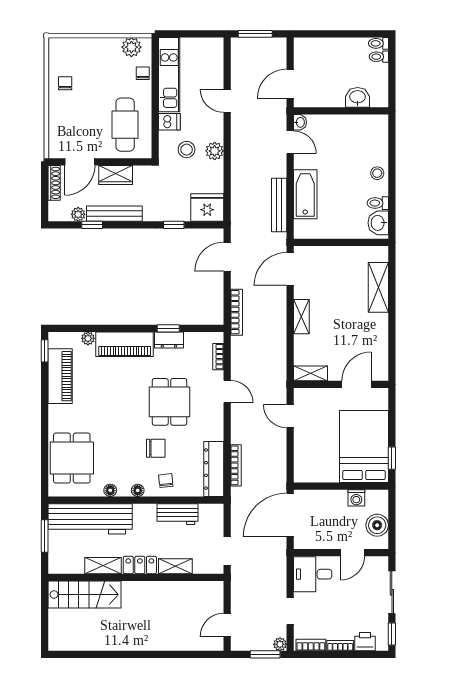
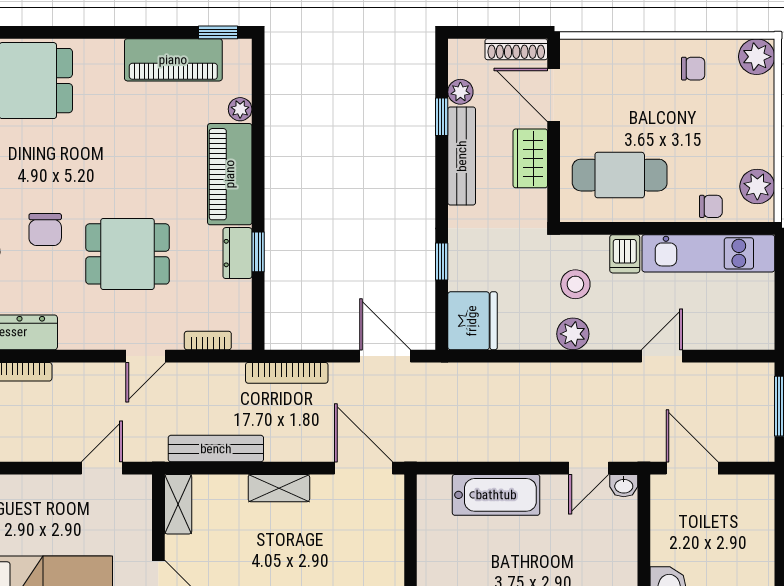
plant: (58, 47) -> (757, 57), added
bench: (279, 205) -> (216, 449), moved

